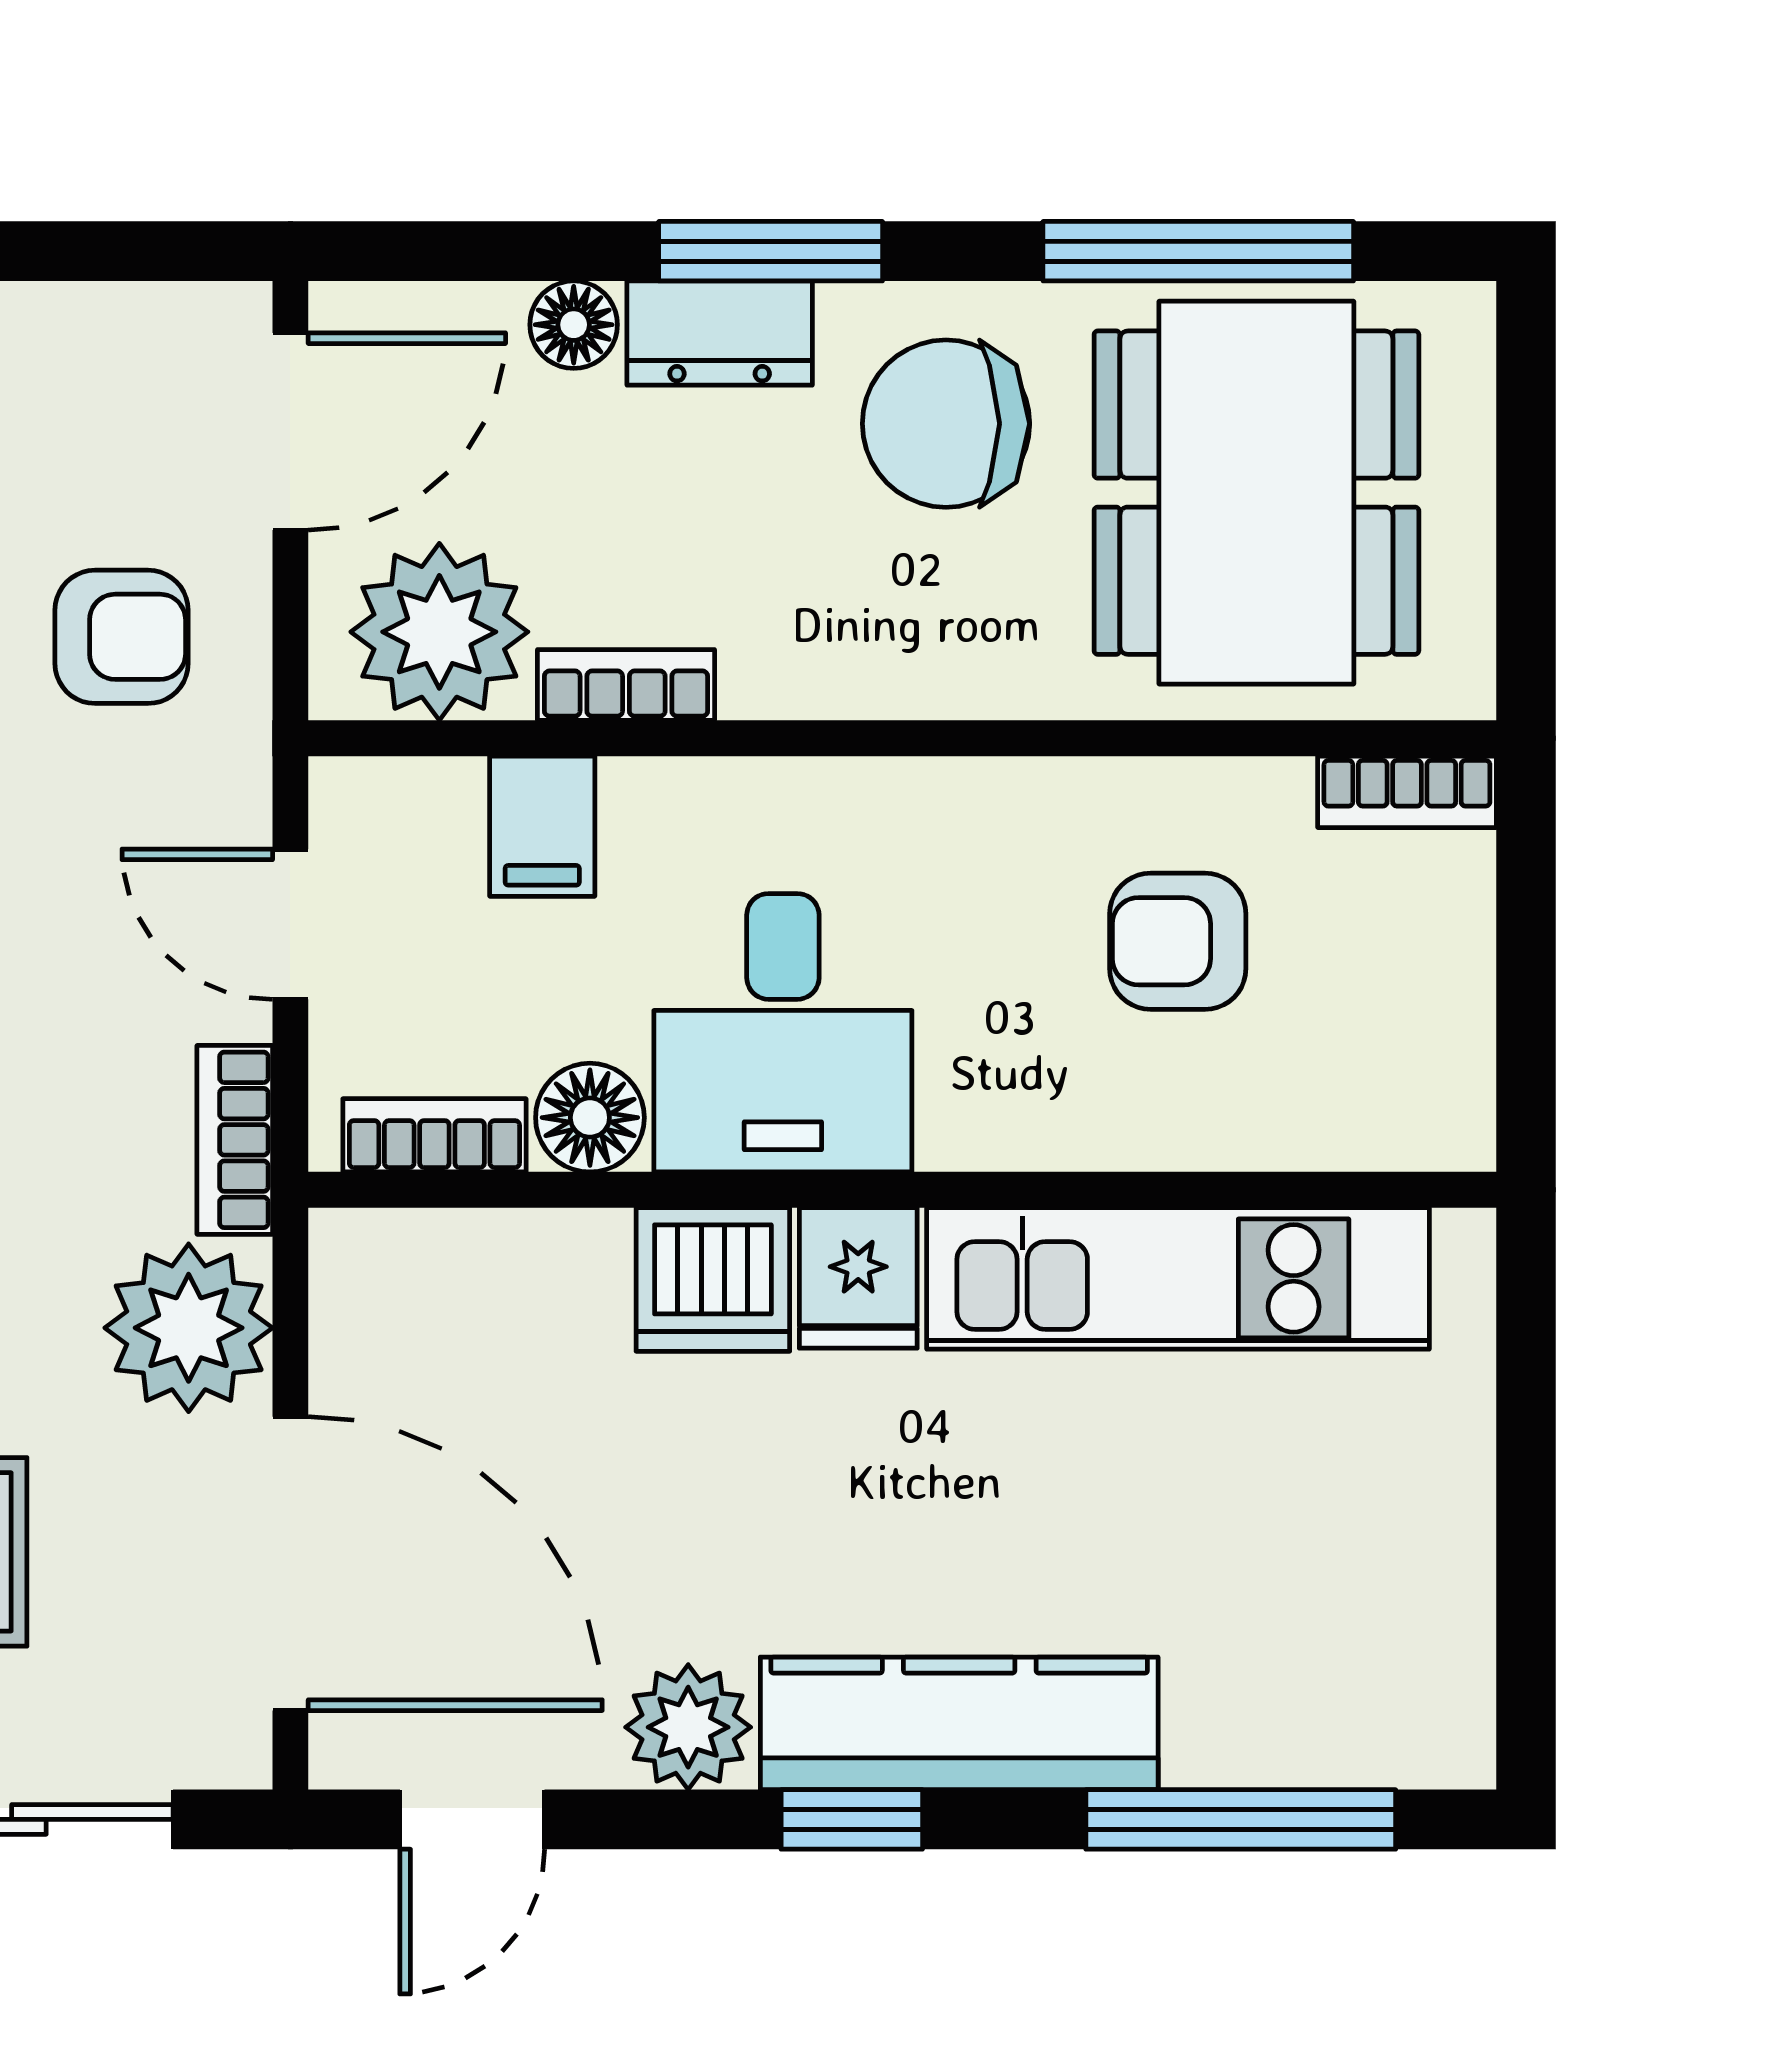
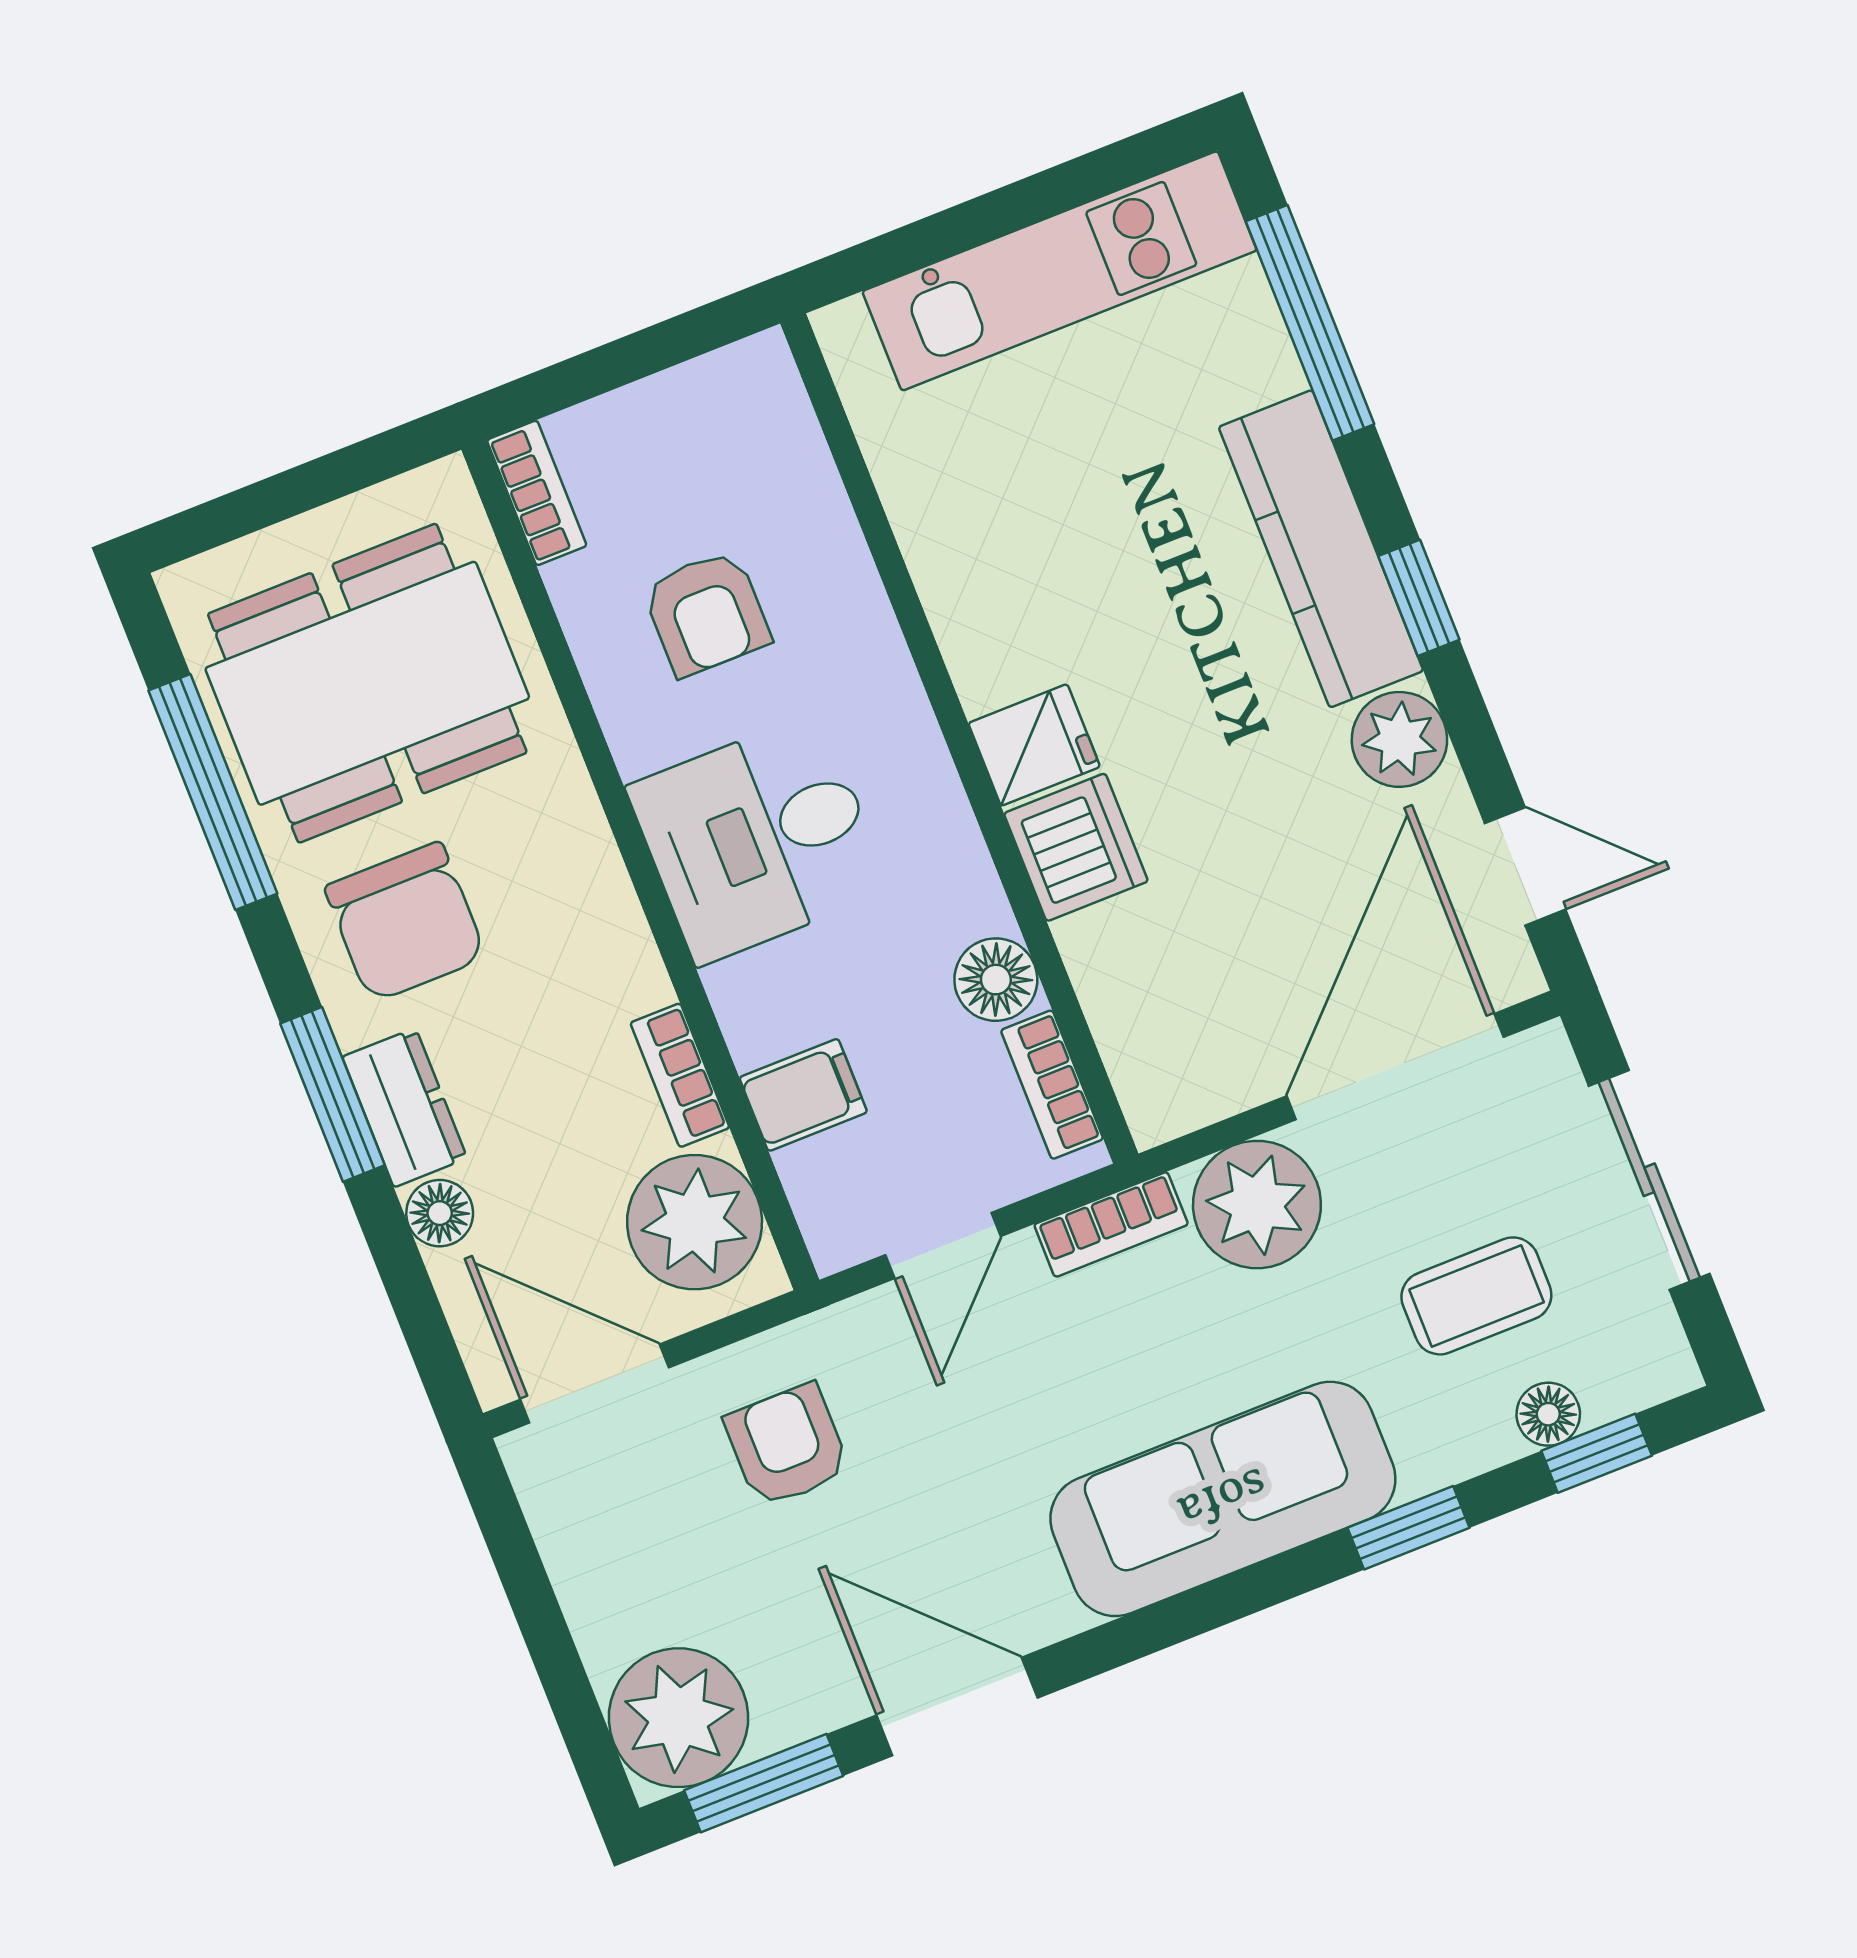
desk: (783, 1033) -> (758, 839), moved, turned 180
kitchen unit: (1178, 1278) -> (1060, 271), moved, turned 90

